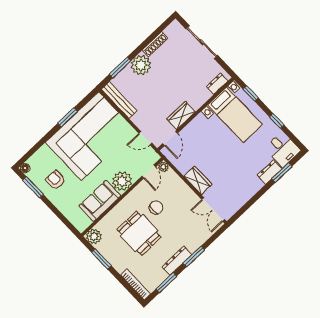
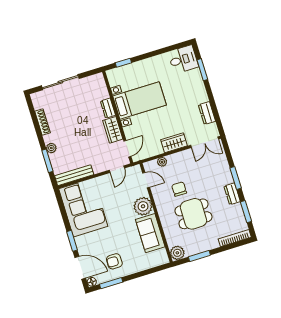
plant: (141, 65) -> (51, 148), width x0.53, depth x0.53
dresser: (217, 84) -> (108, 108), moved
bed with nightstands: (235, 115) -> (140, 101), moved
window: (68, 117) -> (72, 241), moved
window: (277, 121) -> (157, 52), removed
corner sofa: (90, 136) -> (83, 208), width x0.73, depth x0.74
door: (170, 138) -> (127, 149), hinge flipped
door: (33, 150) -> (80, 268), added
plant: (163, 167) -> (162, 162), moved
dresser: (270, 172) -> (207, 113), moved
dresser: (177, 261) -> (232, 194), width x0.70

